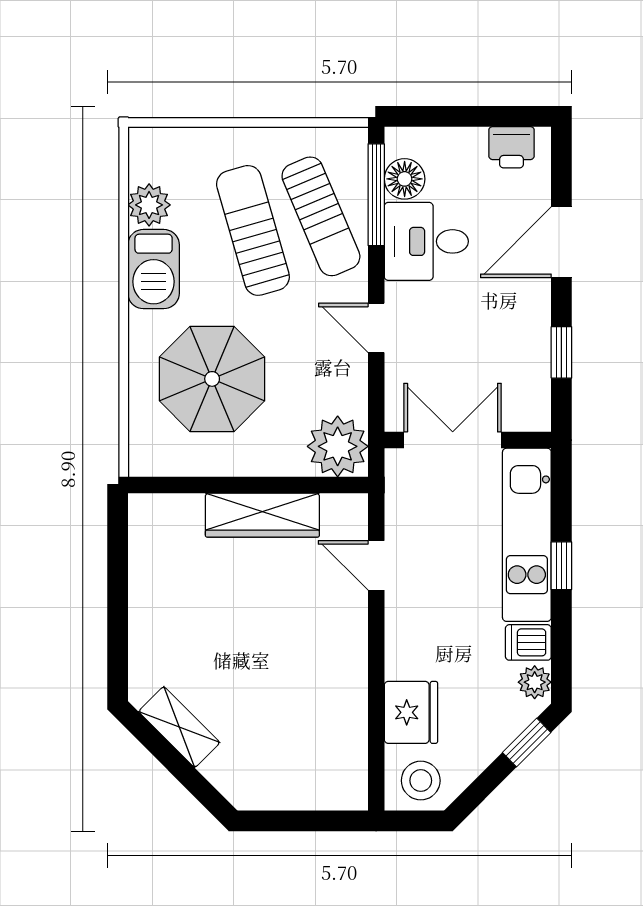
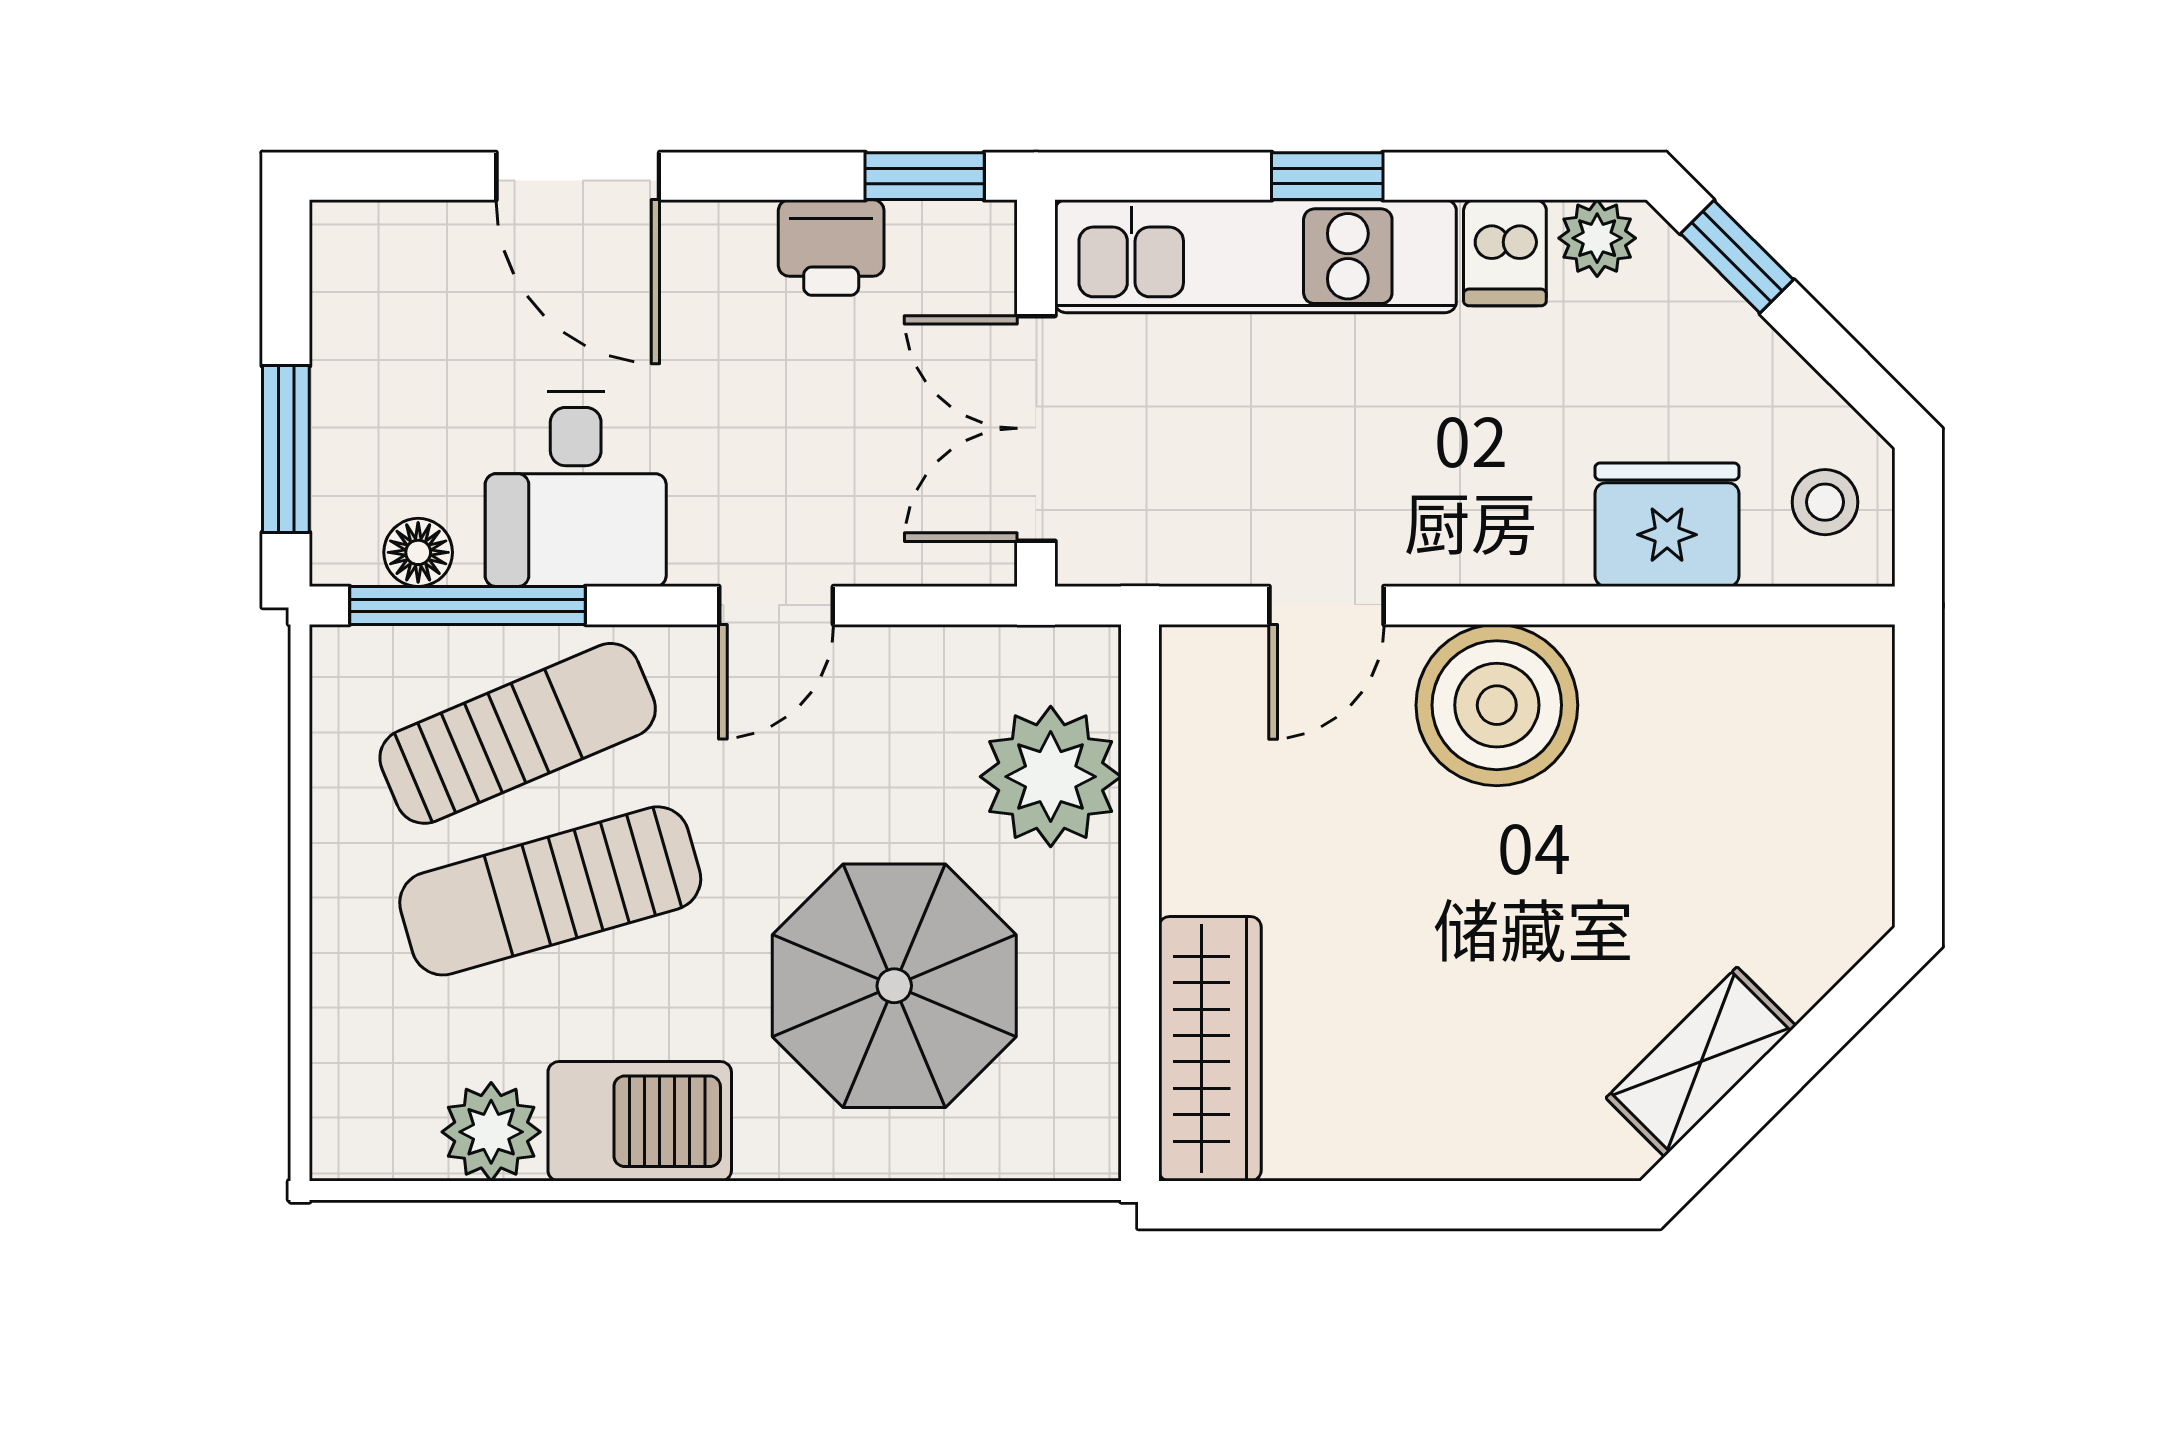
window: (444, 116) -> (286, 449), added
printer: (512, 147) -> (831, 248), moved, turned 90
floor lamp: (405, 179) -> (418, 552), width x0.73, depth x0.73
window: (561, 352) -> (925, 176), moved
plant: (338, 446) -> (1051, 777), moved
wardrobe: (262, 515) -> (1210, 1049), moved
boiler: (333, 639) -> (1497, 705), added
stool: (421, 781) -> (1825, 502), width x0.73, depth x0.73

